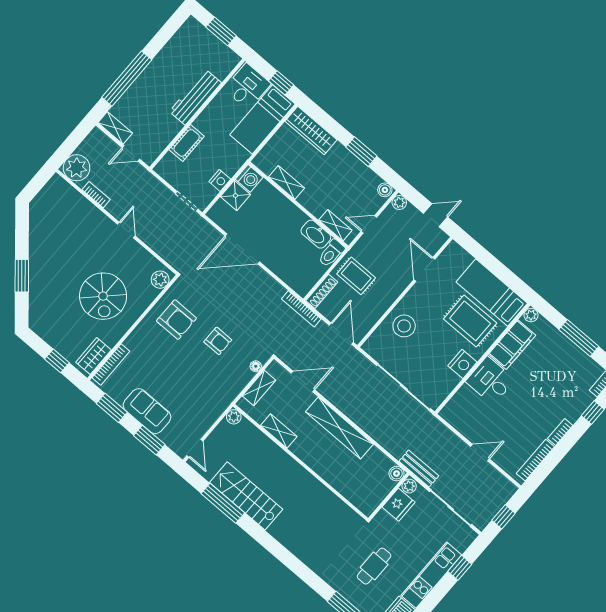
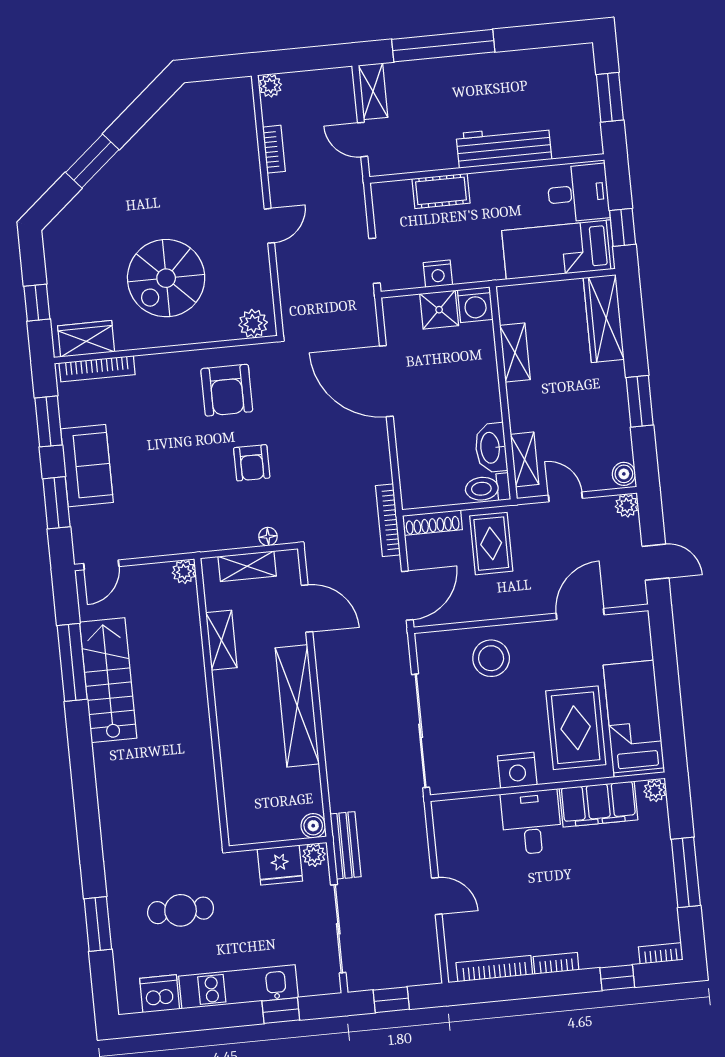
plant: (77, 168) -> (270, 86), width x0.53, depth x0.53

